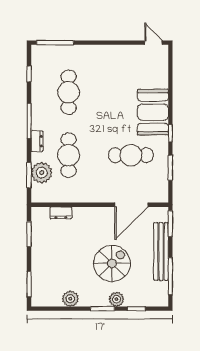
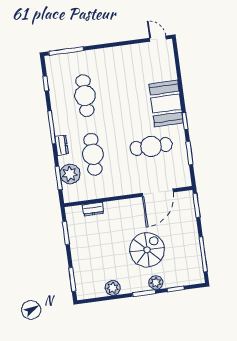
bench: (161, 251) -> (191, 232), removed

